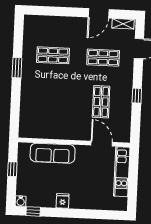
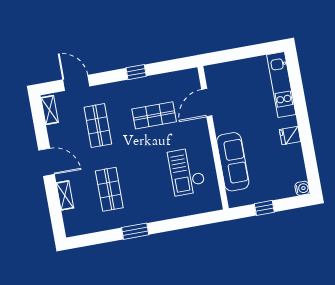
door: (99, 13) -> (47, 162), moved
shelving: (56, 21) -> (65, 195), added
checkout: (53, 117) -> (187, 172), added
kitchen unit: (122, 172) -> (281, 85), moved, turned 90
window: (33, 211) -> (312, 170), removed

